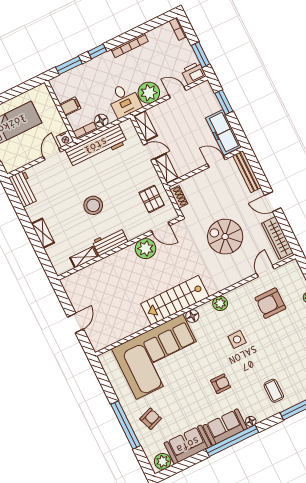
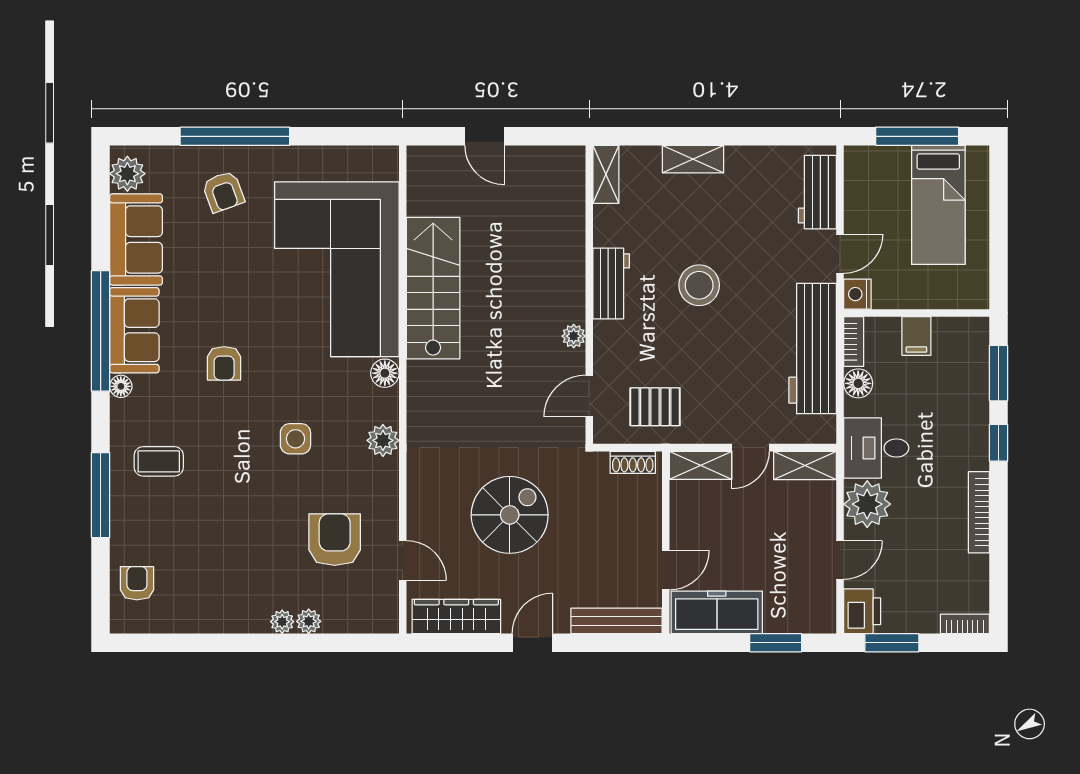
door: (52, 154) -> (840, 254), hinge flipped
workbench: (24, 189) -> (817, 192), moved, turned 90
plant: (146, 249) -> (574, 336), width x0.53, depth x0.53
shelving: (84, 257) -> (606, 174), moved
stairs: (175, 300) -> (433, 288), moved

